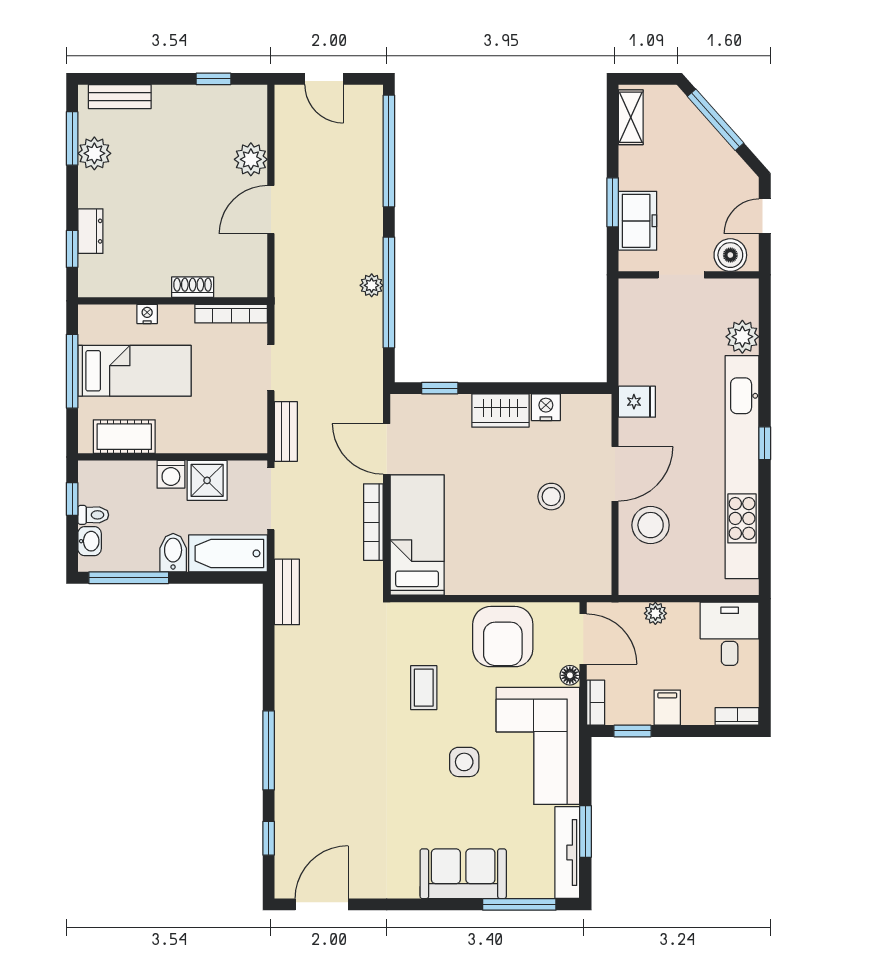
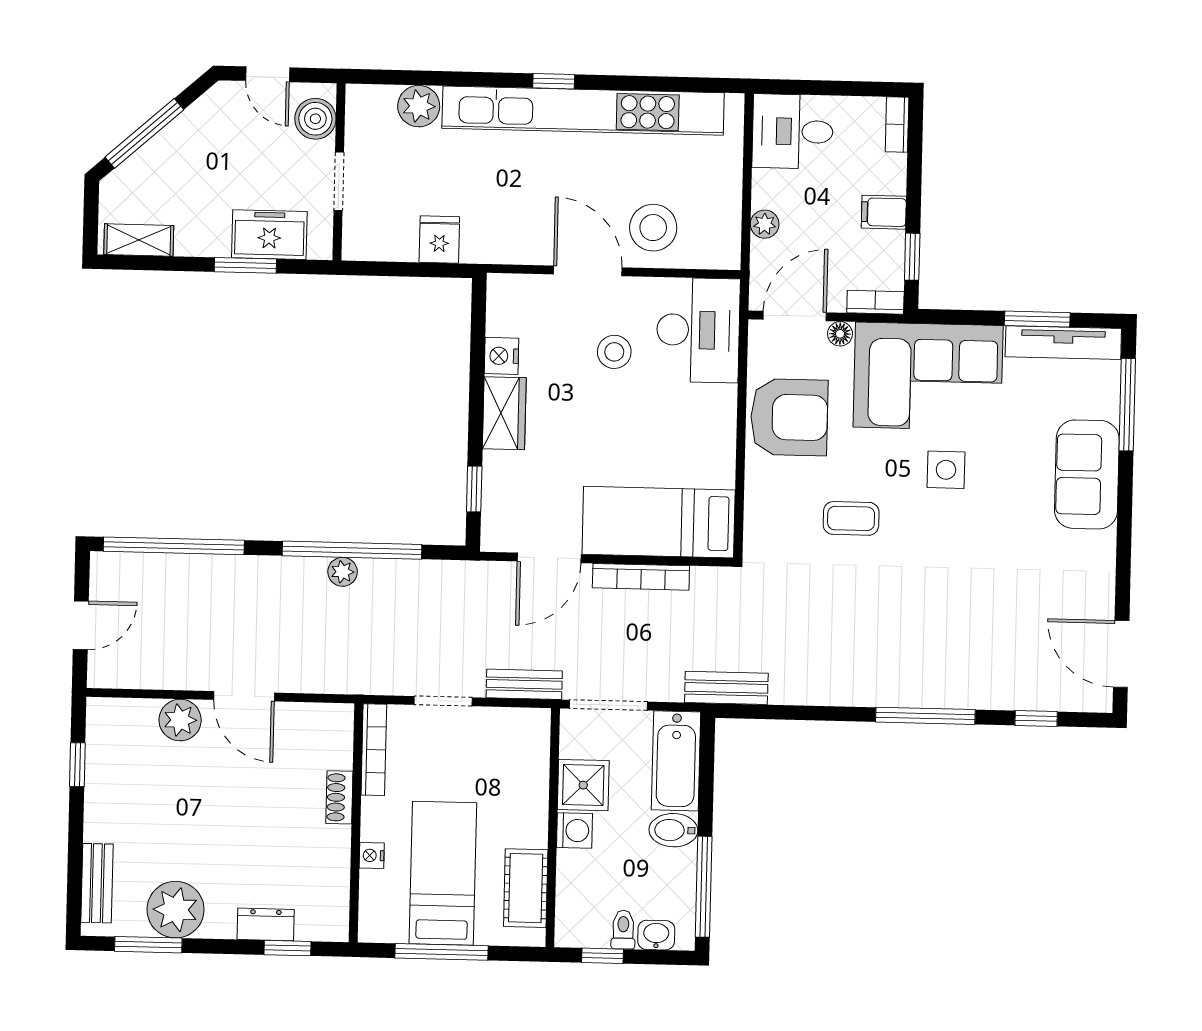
plant: (94, 153) -> (176, 910), width x1.36, depth x1.36
fridge: (637, 402) -> (439, 240), moved
desk: (570, 563) -> (698, 330), added

